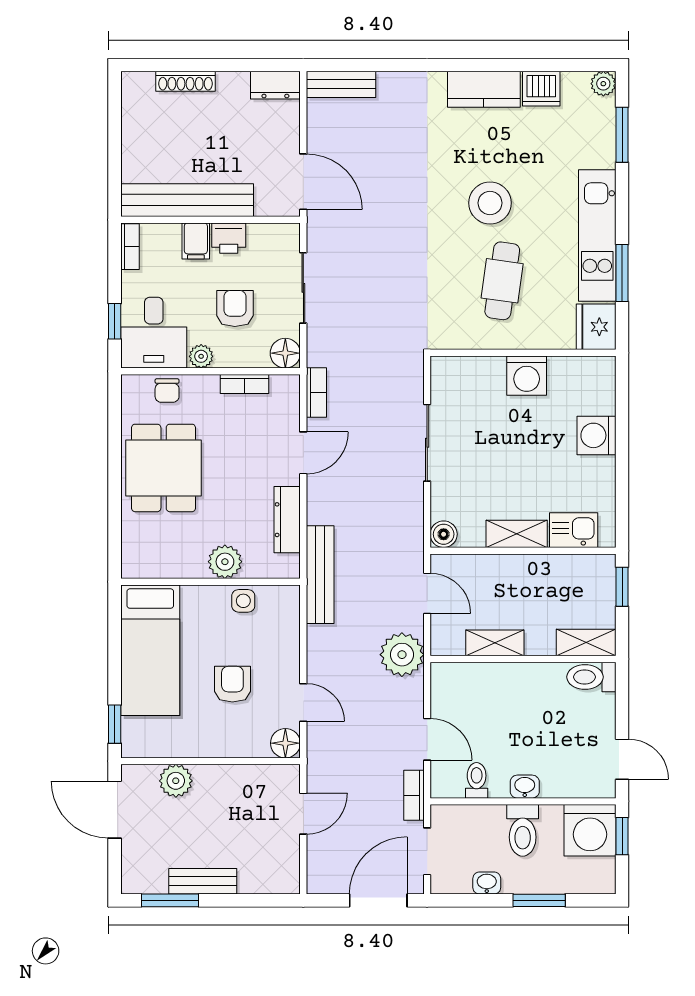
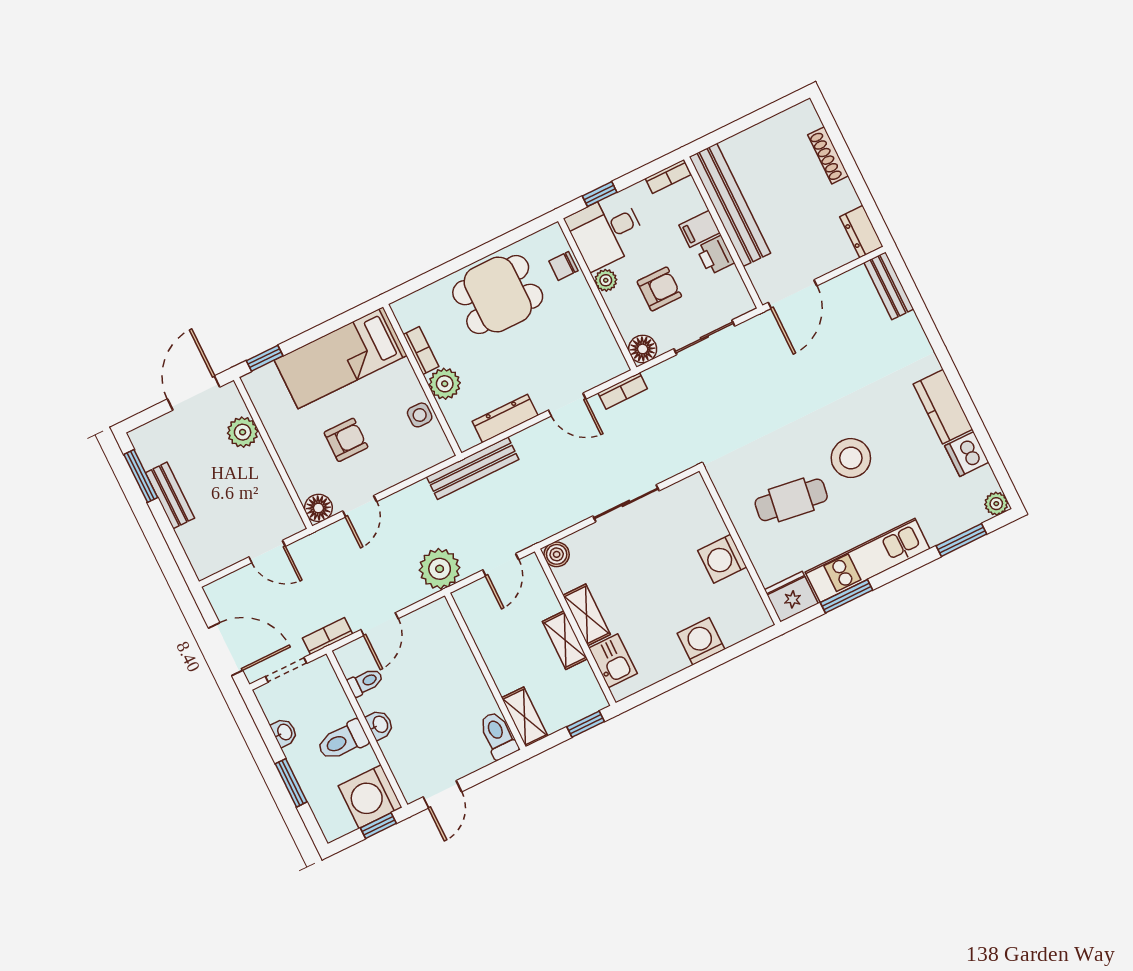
bookcase: (245, 384) -> (421, 351), moved, turned 180
shelving: (495, 643) -> (565, 640), moved

